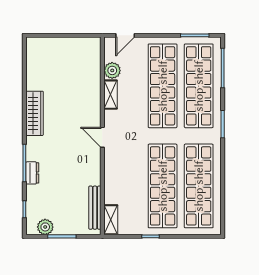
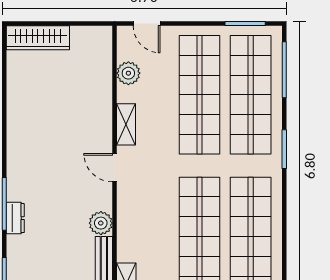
door: (125, 35) -> (147, 24), hinge flipped
shelving: (111, 95) -> (126, 124), moved
wardrobe: (35, 113) -> (38, 38), moved, turned 90
plant: (93, 176) -> (101, 223), added

